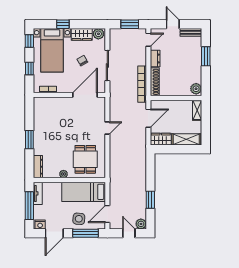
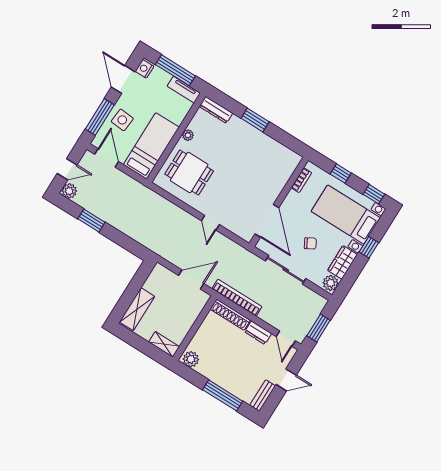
window: (206, 56) -> (223, 395), width x1.44
door: (148, 118) -> (191, 279), swing flipped
wardrobe: (161, 139) -> (157, 279), removed

